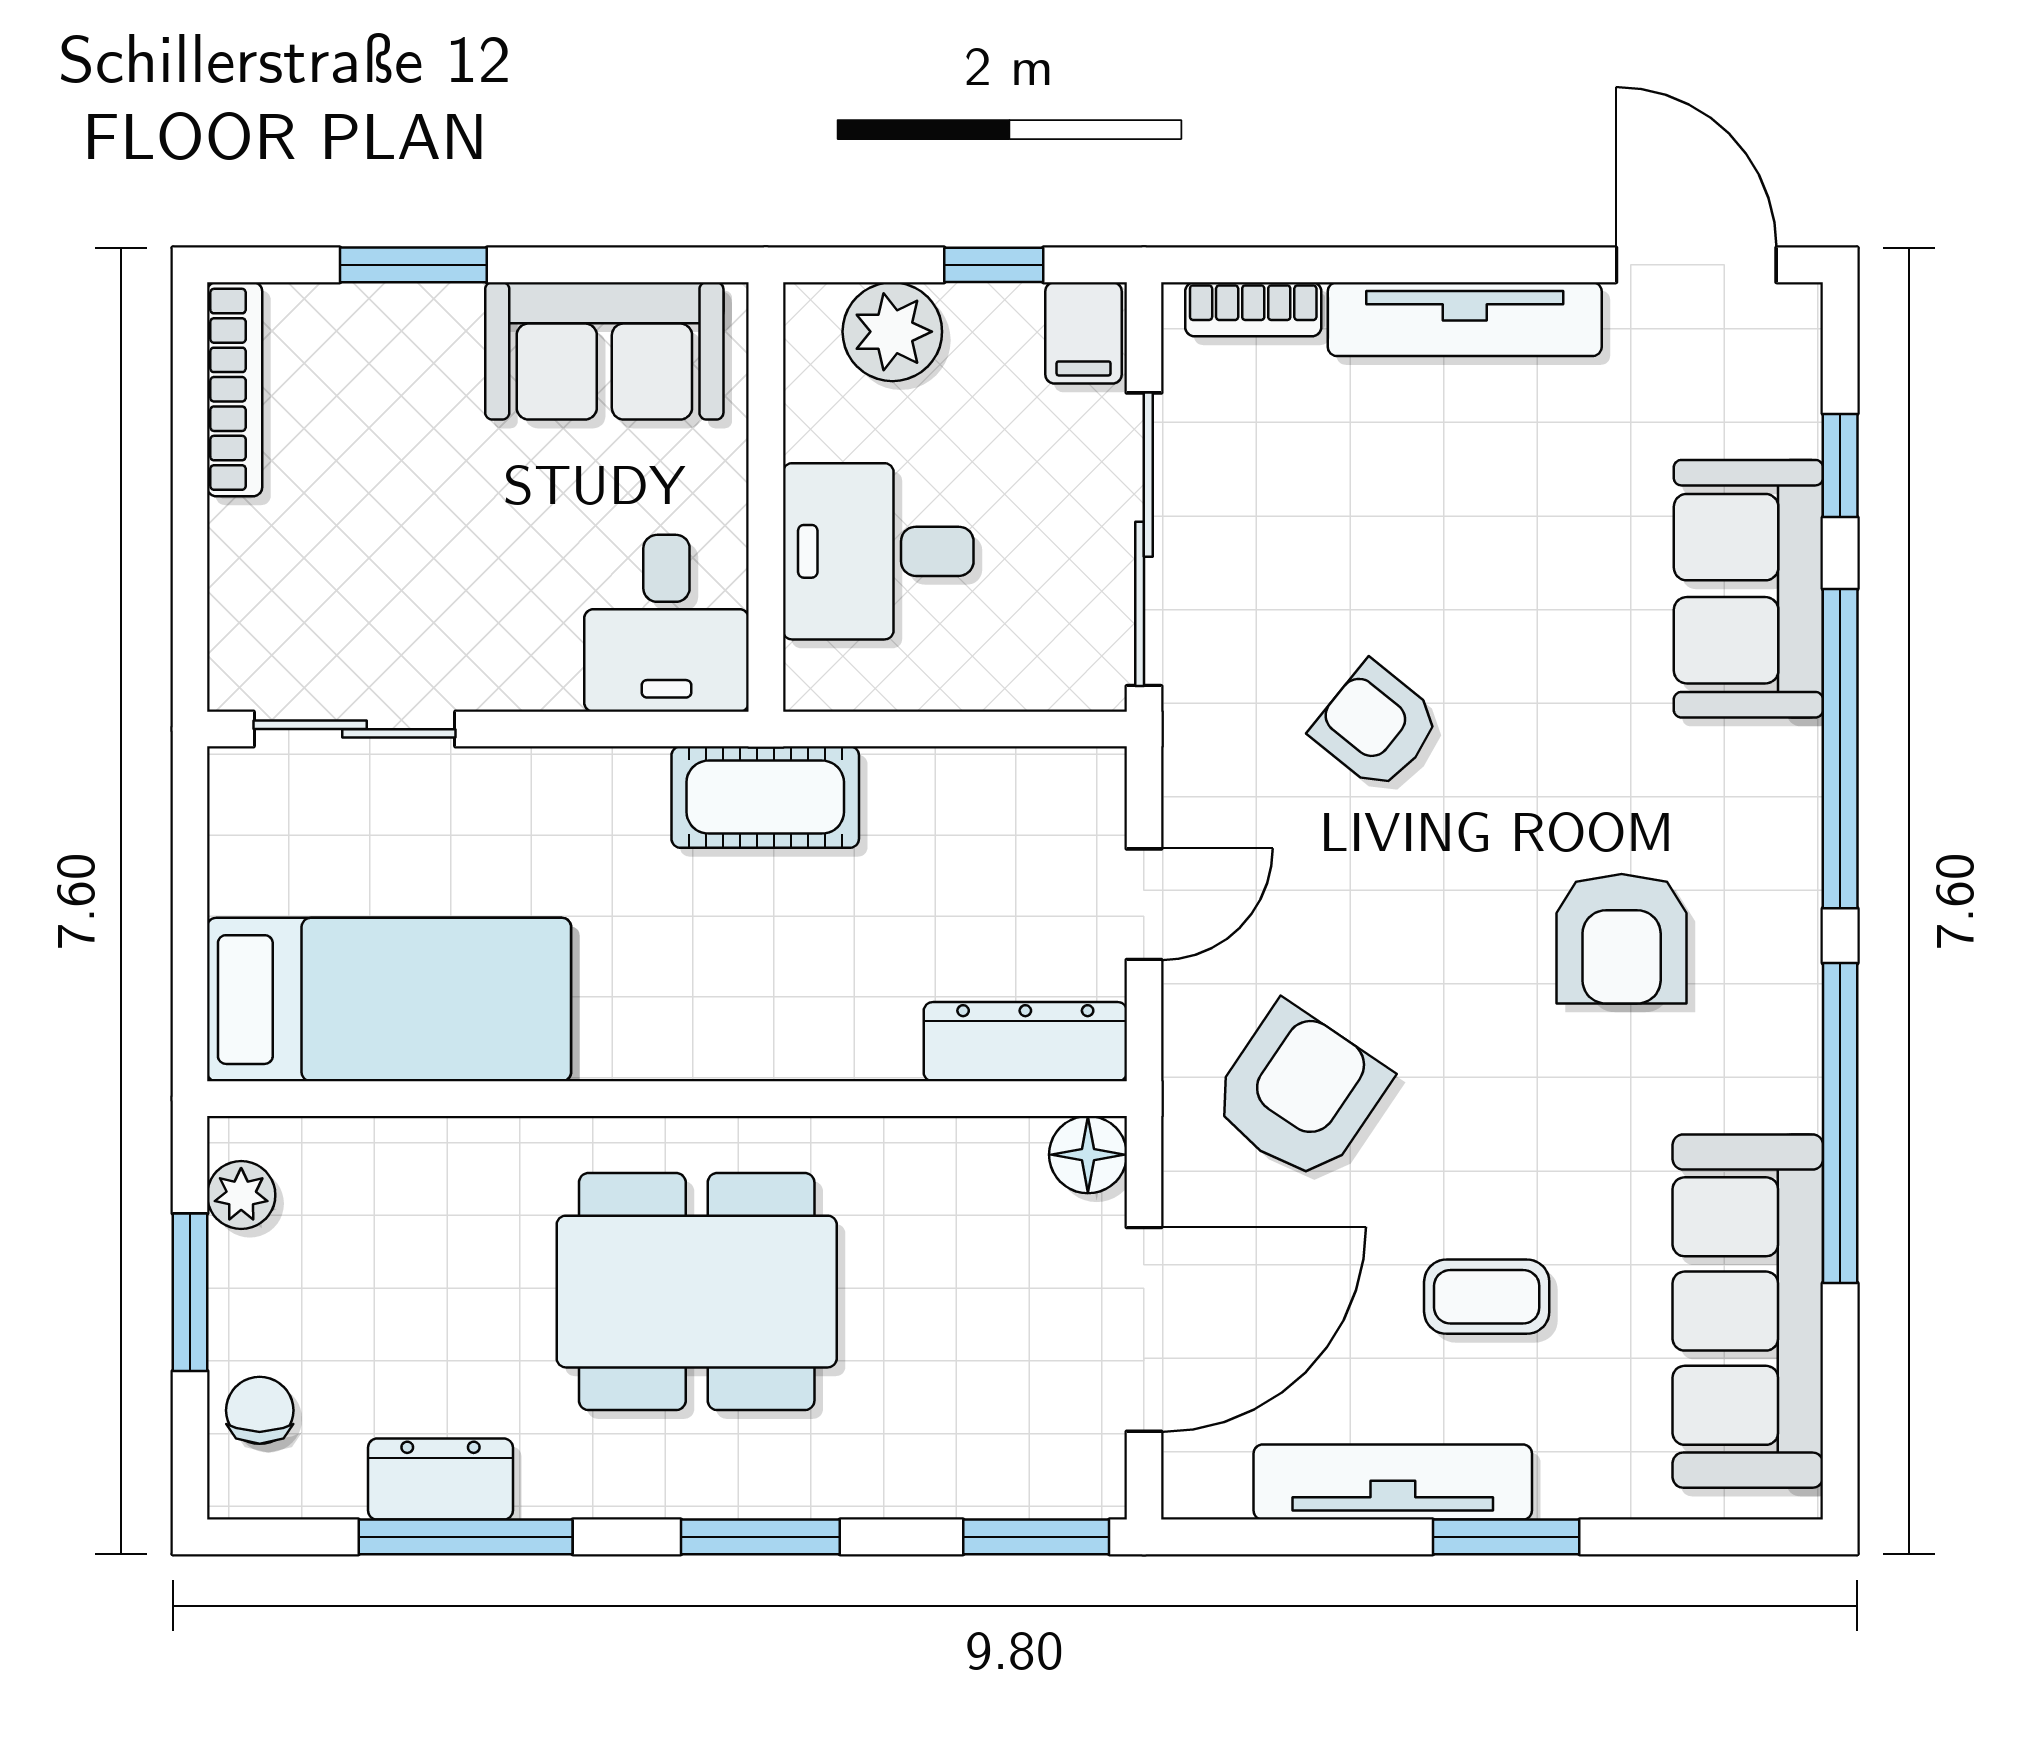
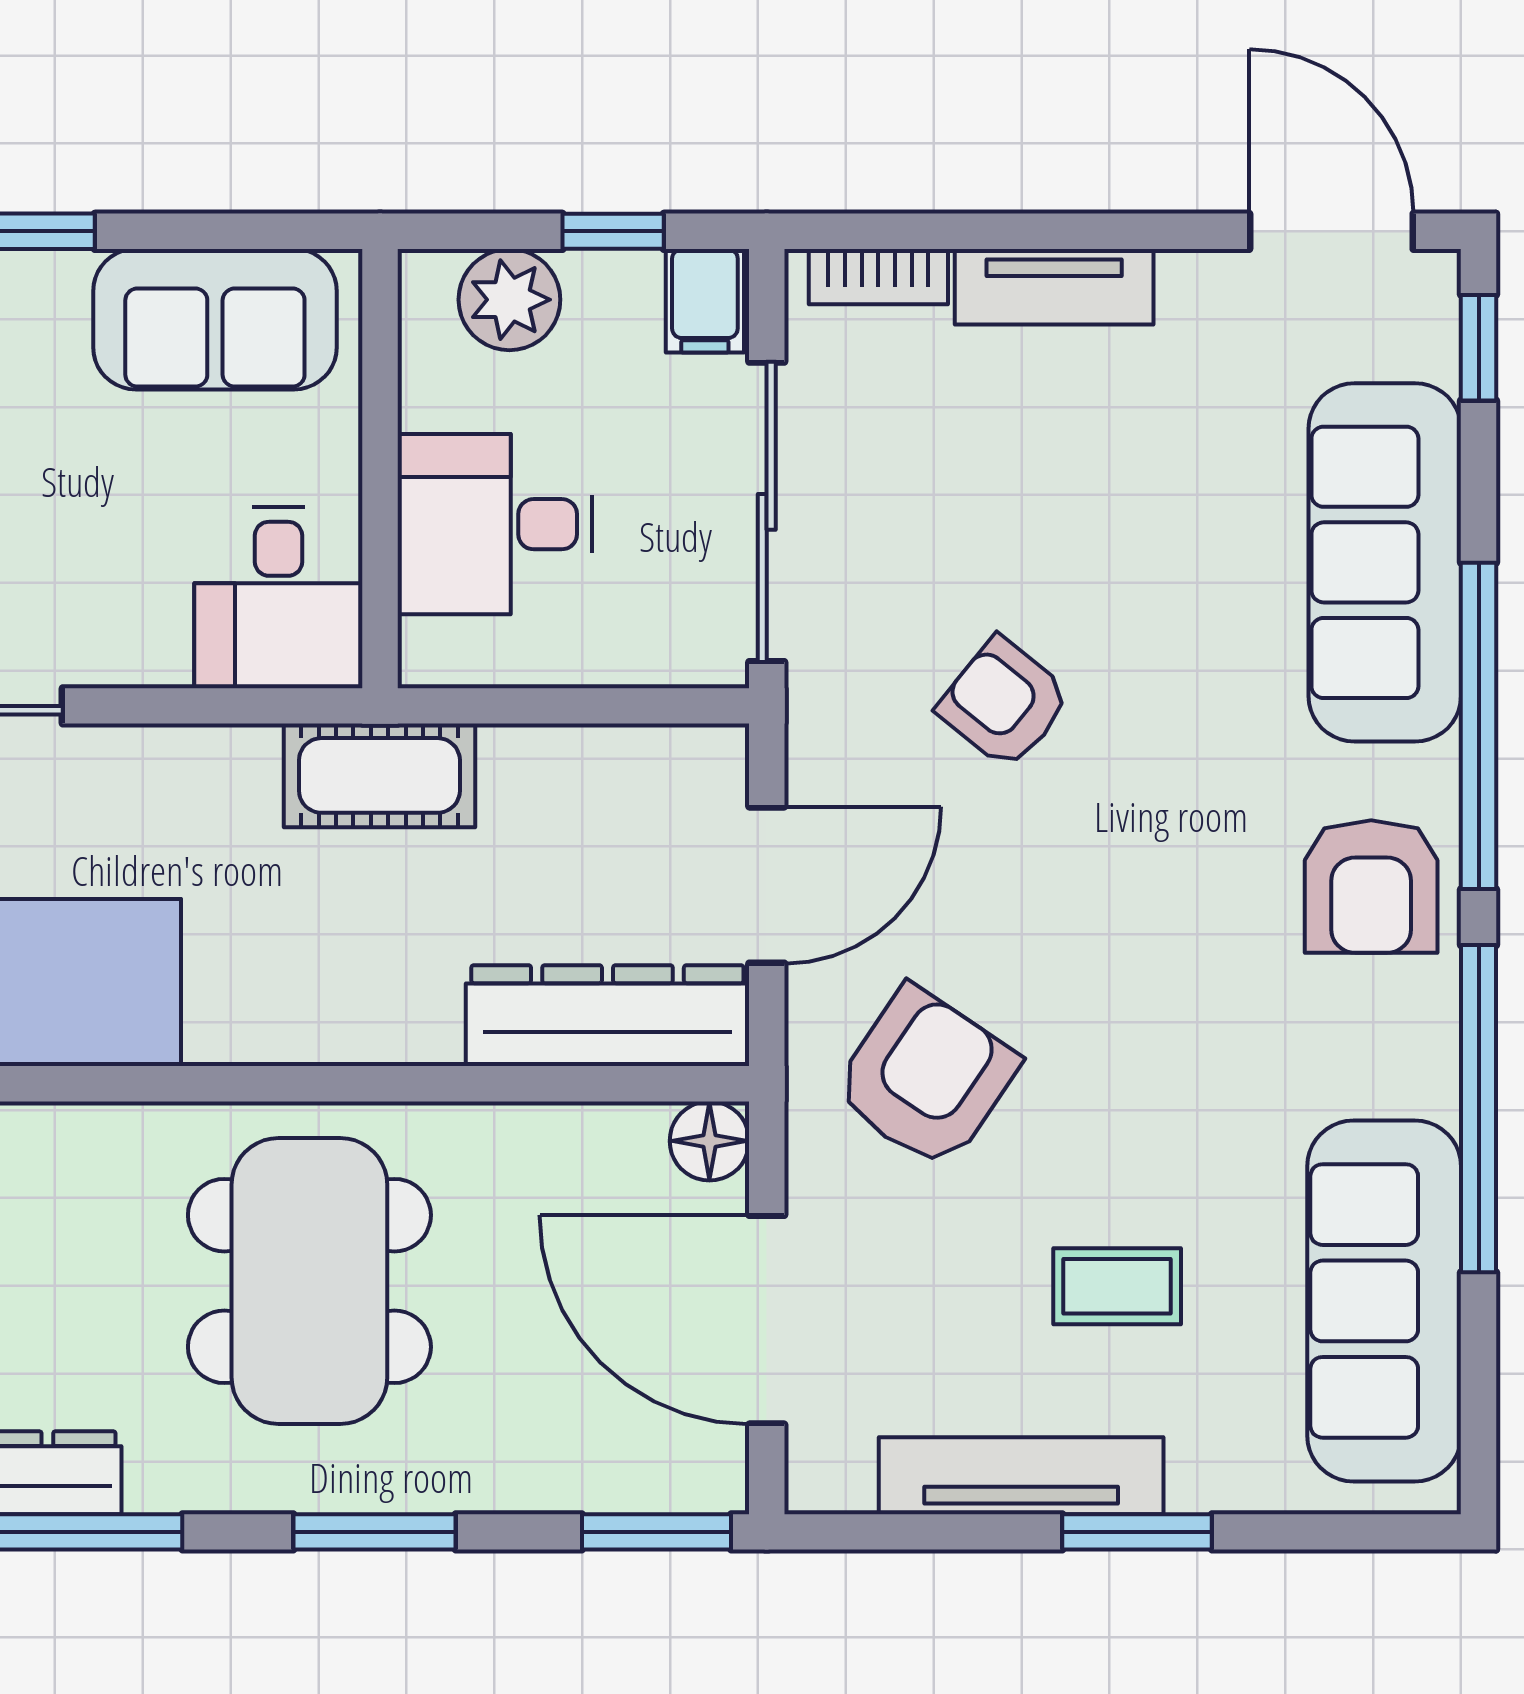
tv unit: (1465, 319) -> (1054, 287), width x0.71
window: (1840, 466) -> (1479, 348), moved
sofa: (1748, 589) -> (1385, 562), width x1.36
door: (1144, 904) -> (767, 885), width x1.38
armchair: (1622, 939) -> (1371, 887), moved
dresser: (1025, 1042) -> (607, 1016), width x1.37, depth x1.24
dining table: (697, 1292) -> (309, 1281), turned 90
door: (1144, 1329) -> (767, 1320), swing flipped

